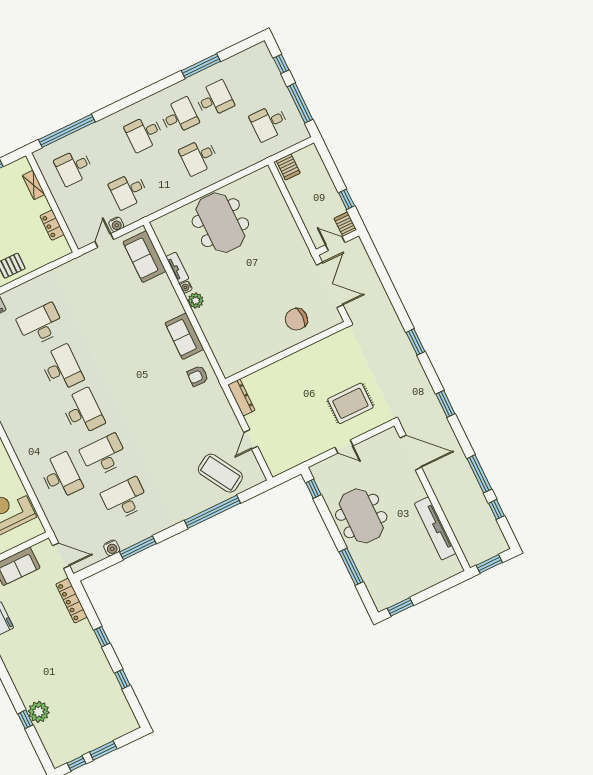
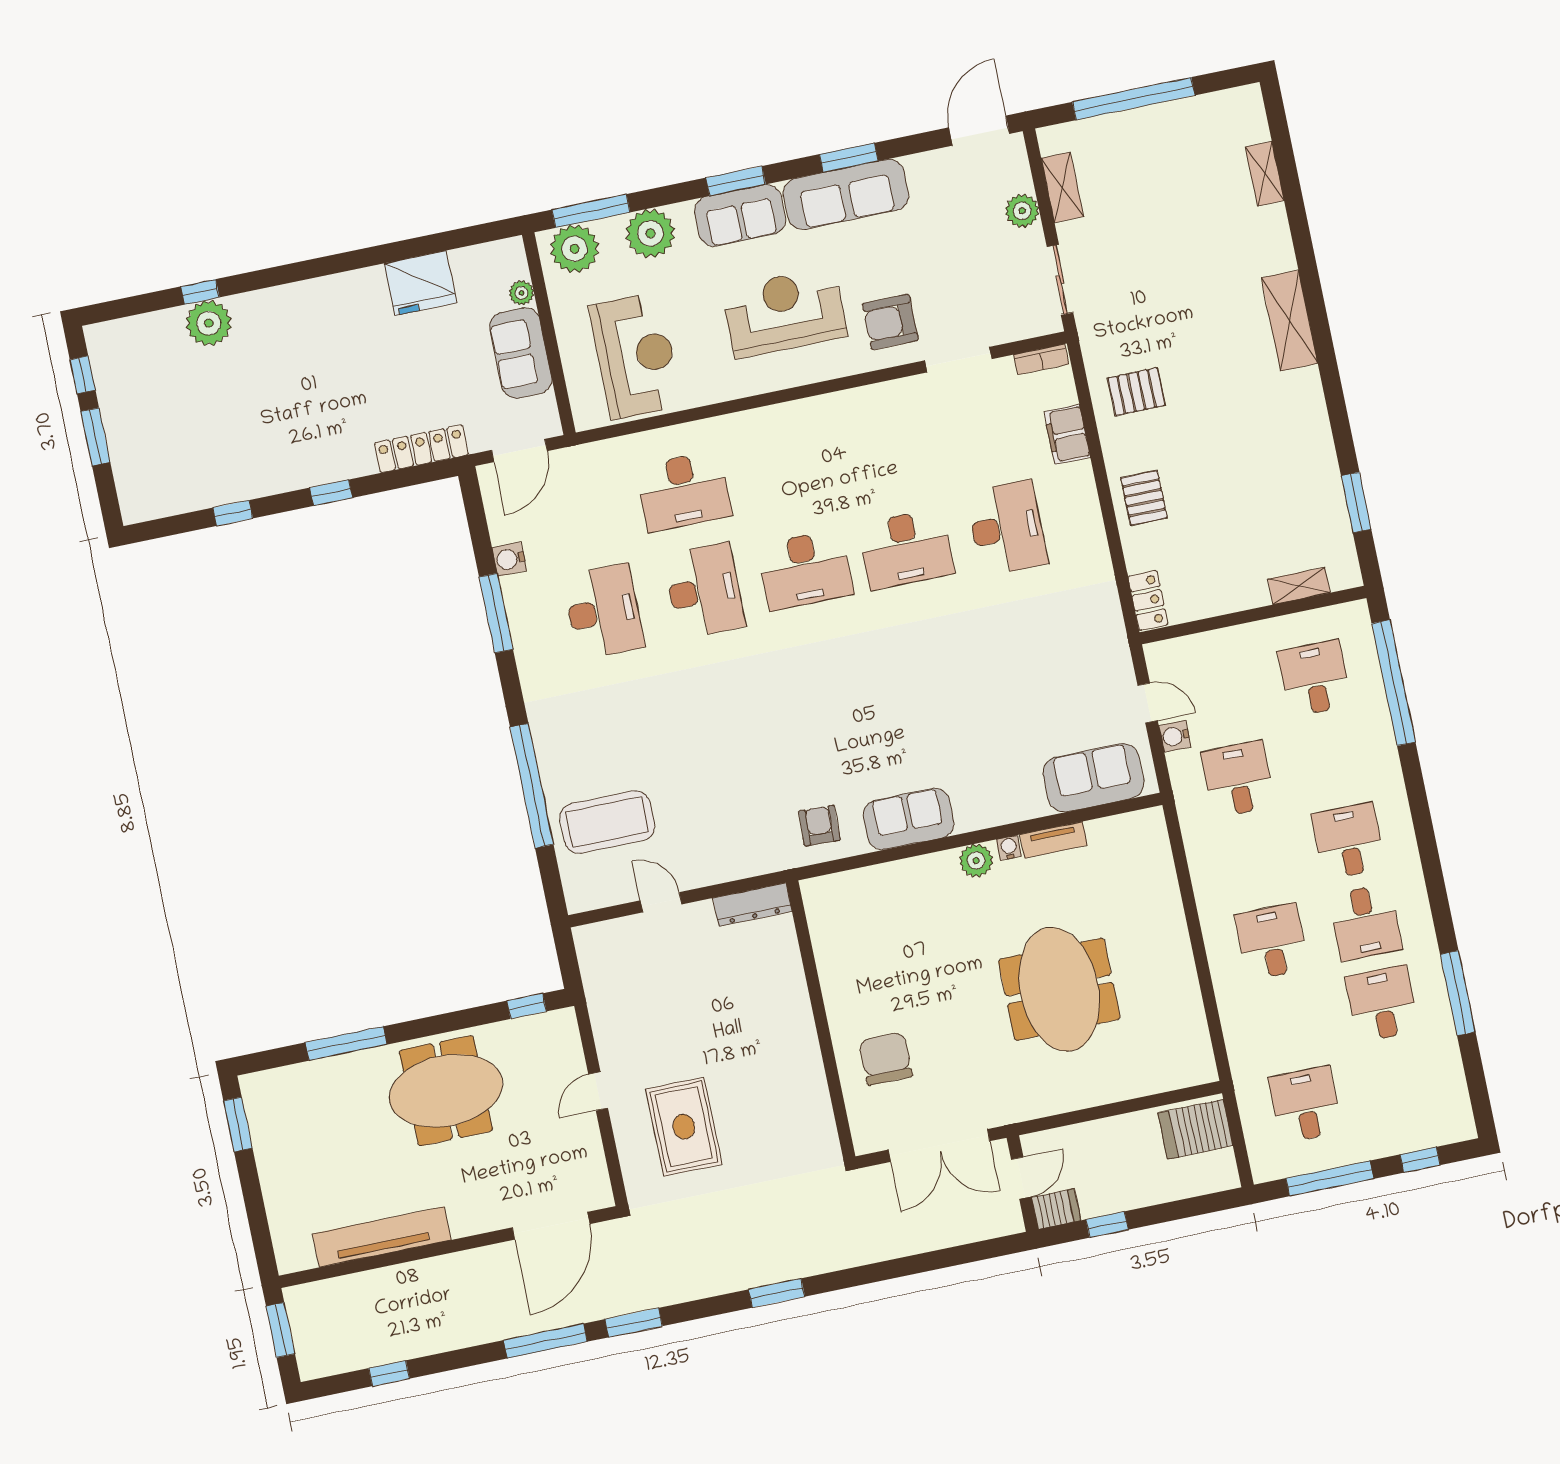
desk: (214, 99) -> (1382, 1004), turned 180
server rack: (288, 167) -> (1196, 1129), width x1.36, depth x1.44
meeting table: (220, 223) -> (1059, 989), moved, turned 90
locker: (52, 225) -> (1148, 600), moved, turned 90
coffee table: (220, 473) -> (607, 822), turned 31
window: (479, 474) -> (545, 1341), moved

